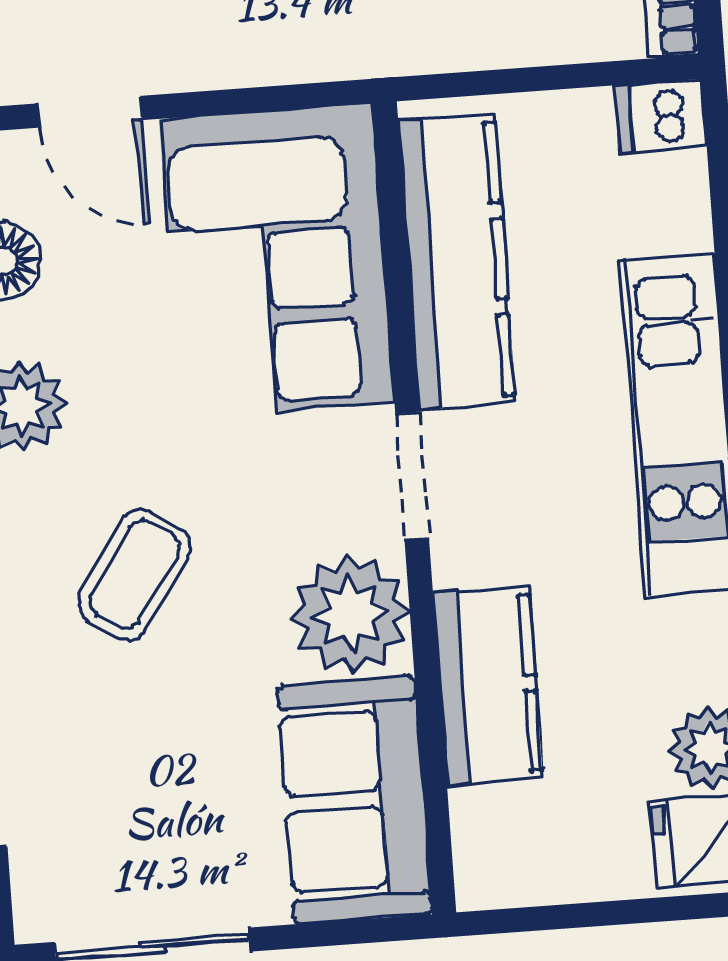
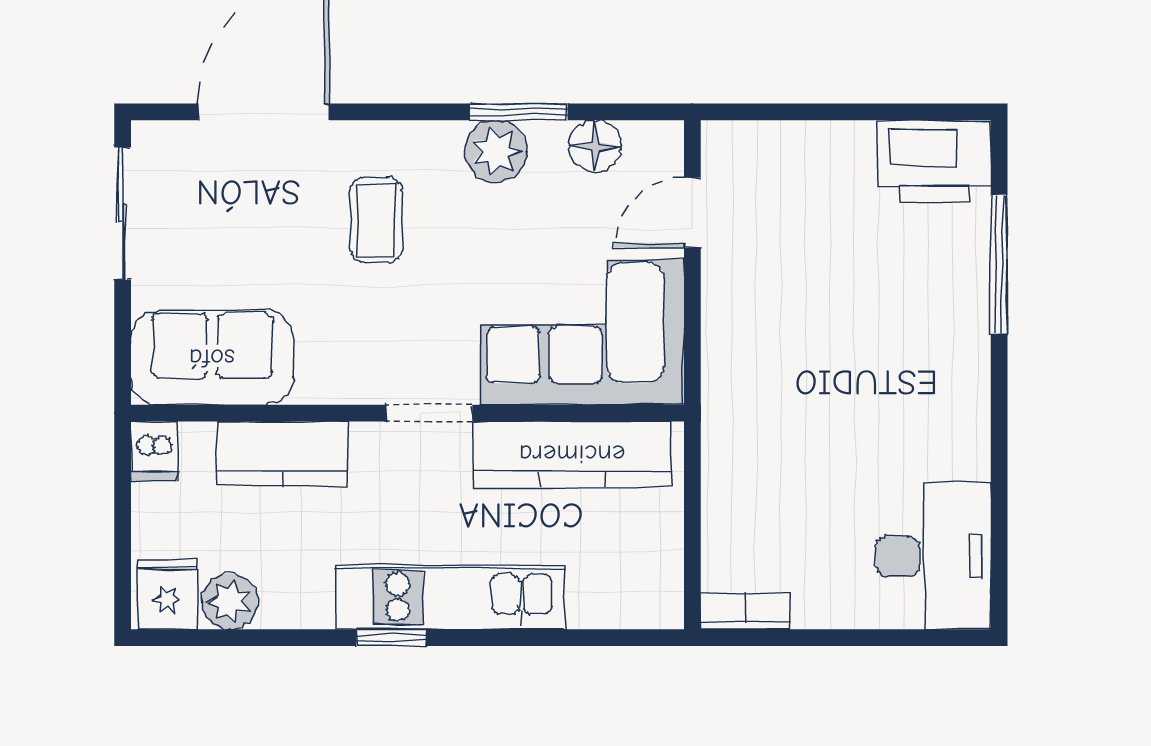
dishwasher: (661, 116) -> (154, 451), moved, turned 180
coffee table: (134, 574) -> (376, 220), turned 56
plant: (350, 614) -> (338, 364), removed

